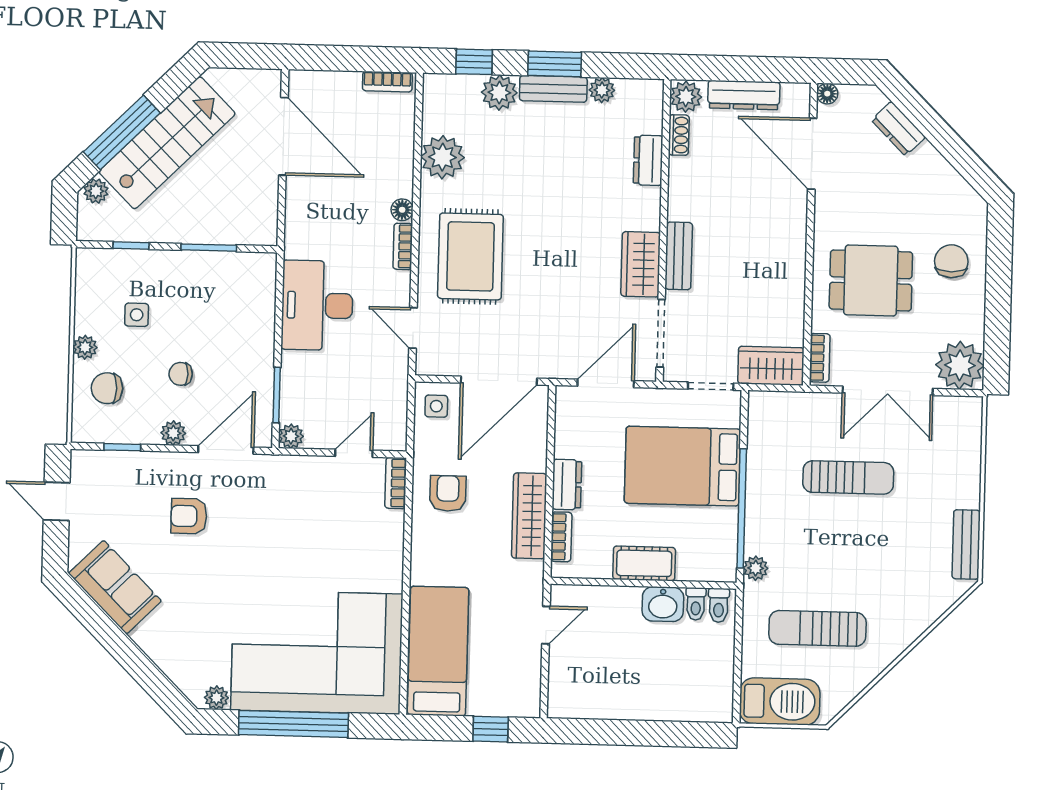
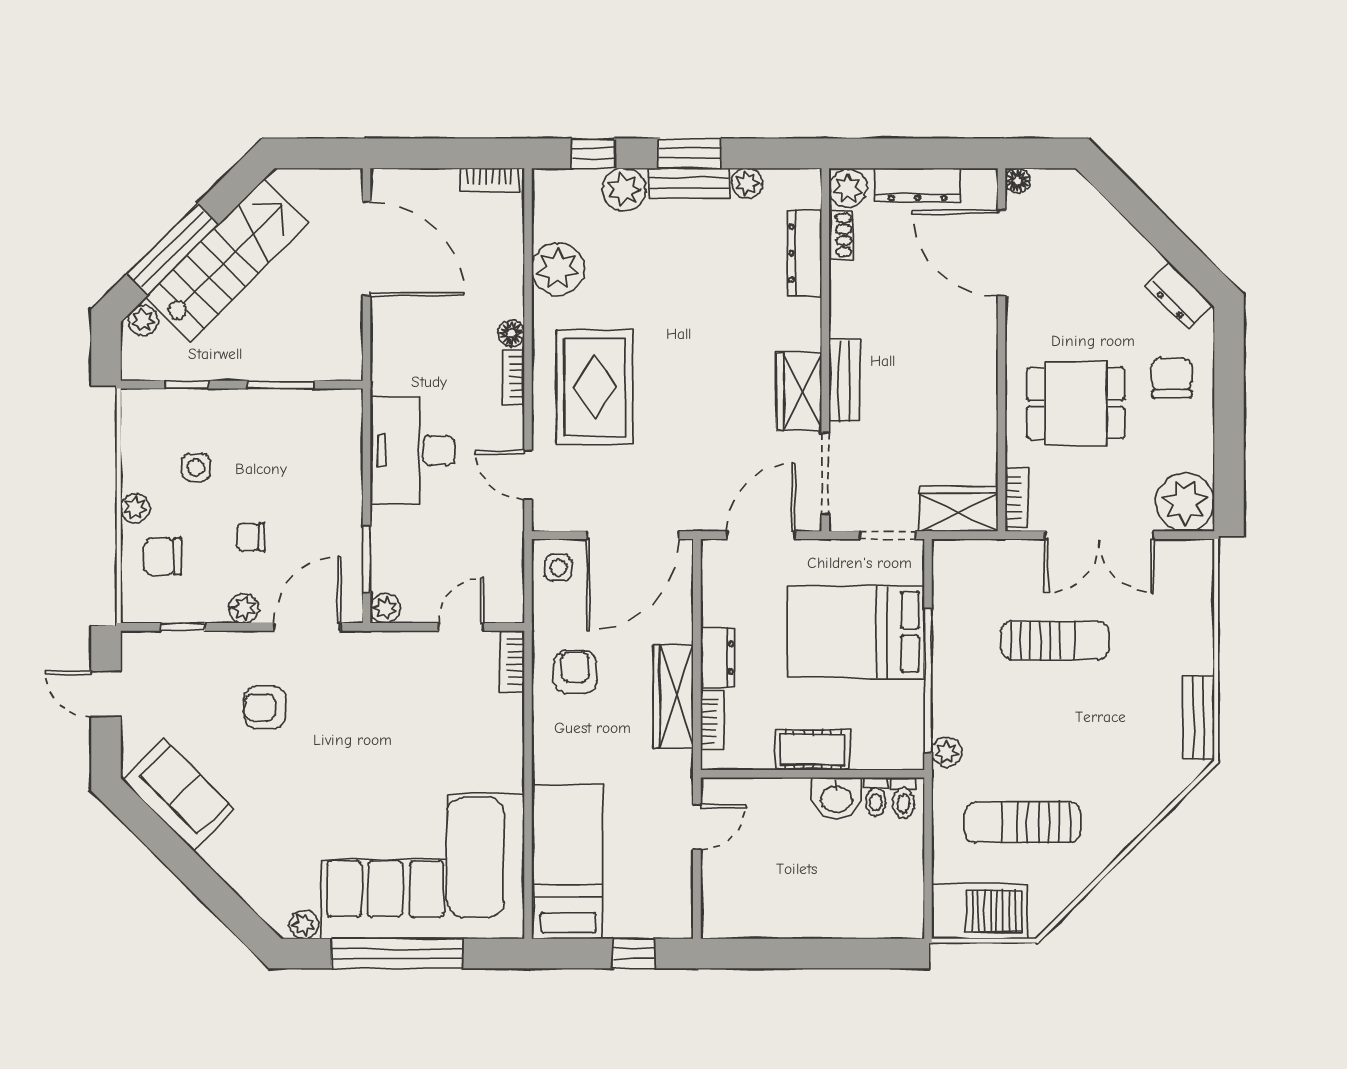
dresser: (898, 129) -> (1180, 296), moved
dresser: (648, 160) -> (805, 253), width x1.44

